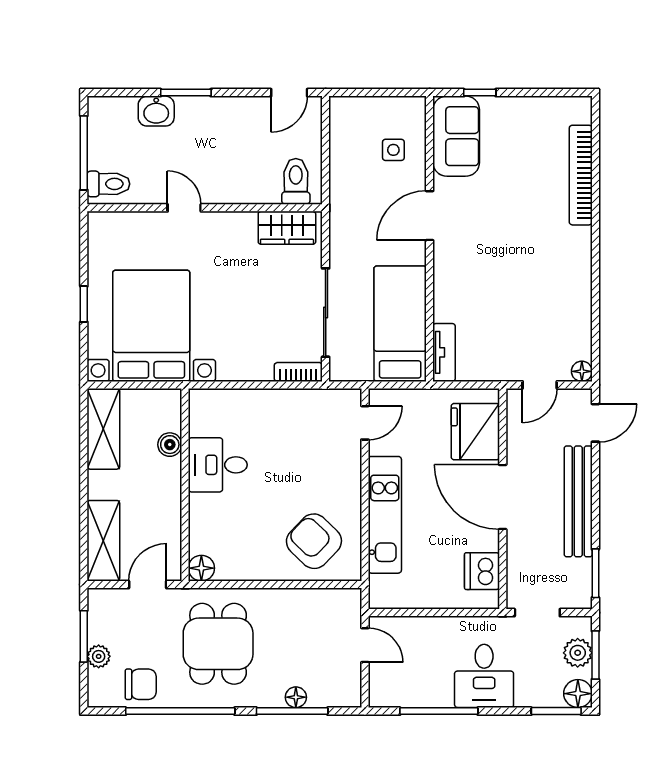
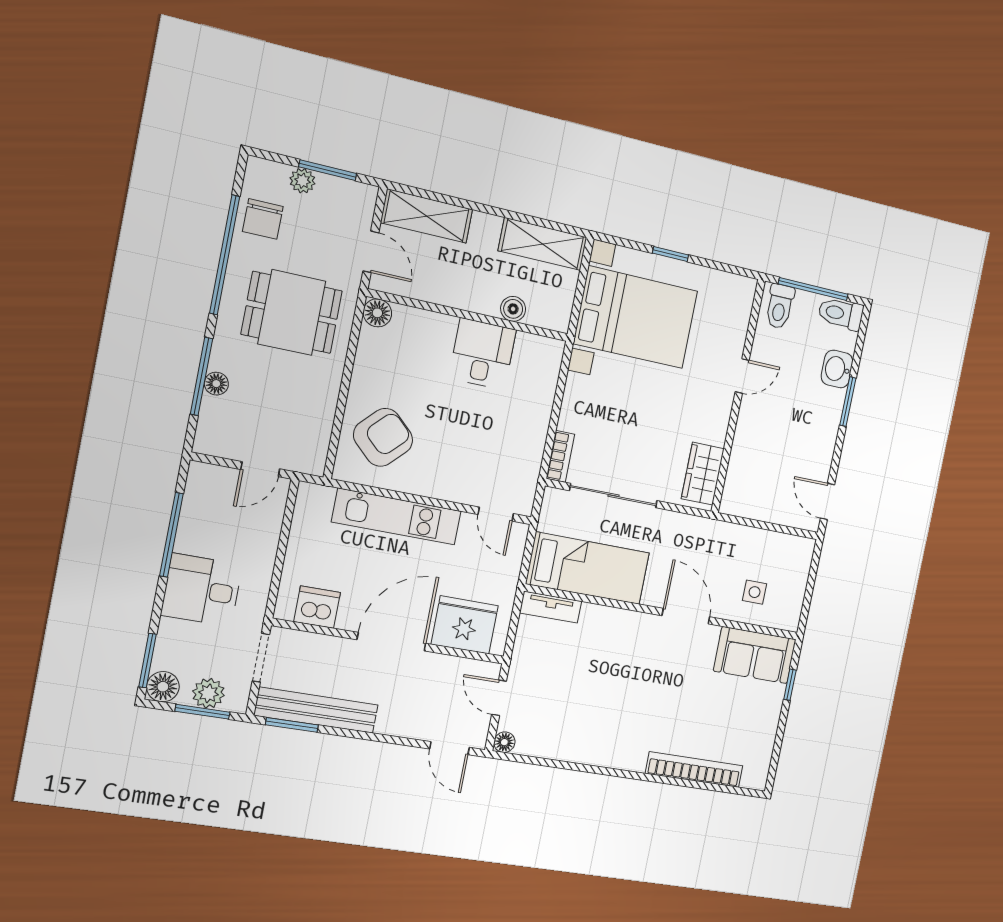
toilet: (296, 181) -> (841, 314), moved, turned 180
bench: (578, 501) -> (316, 710), moved

